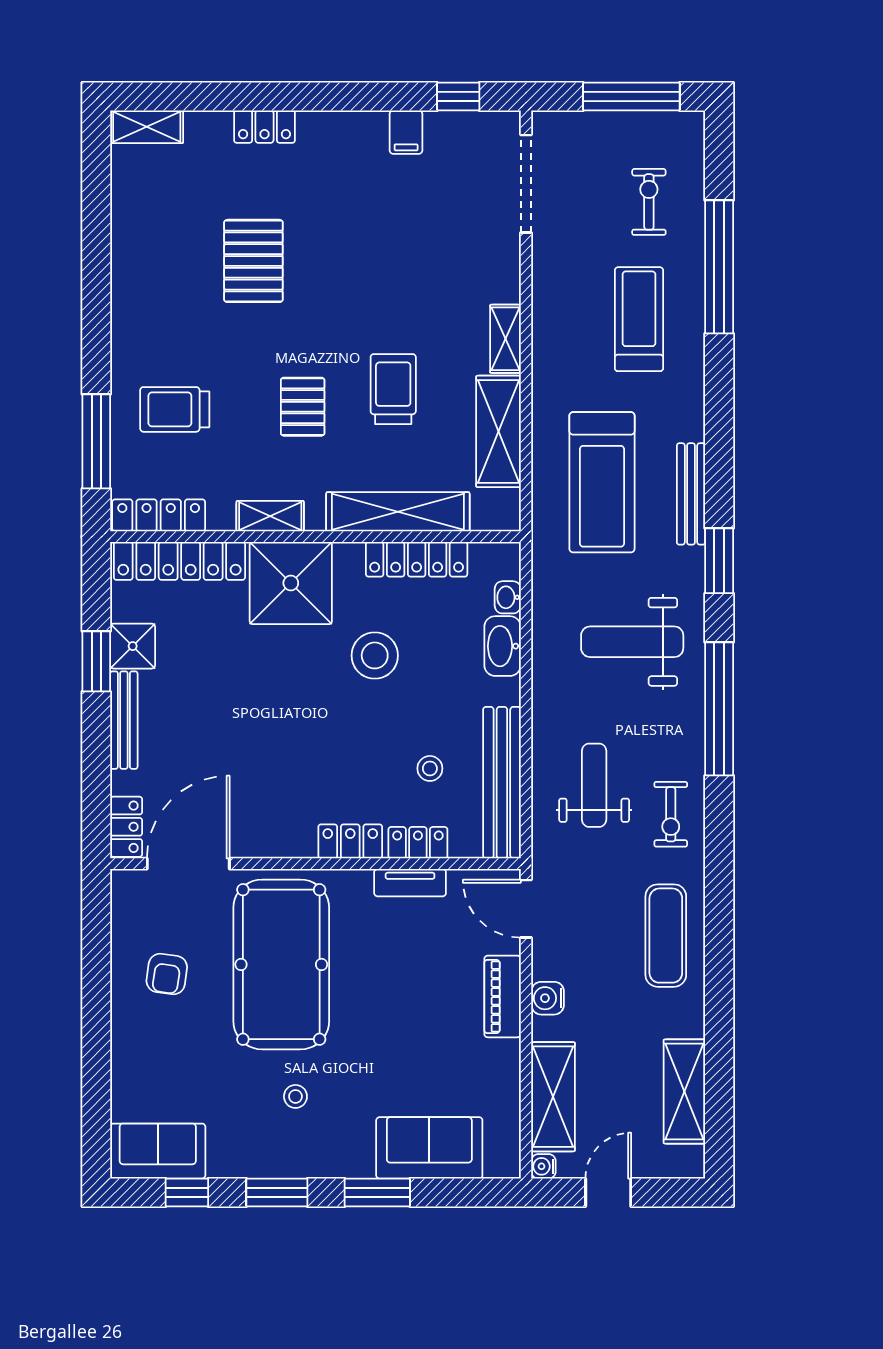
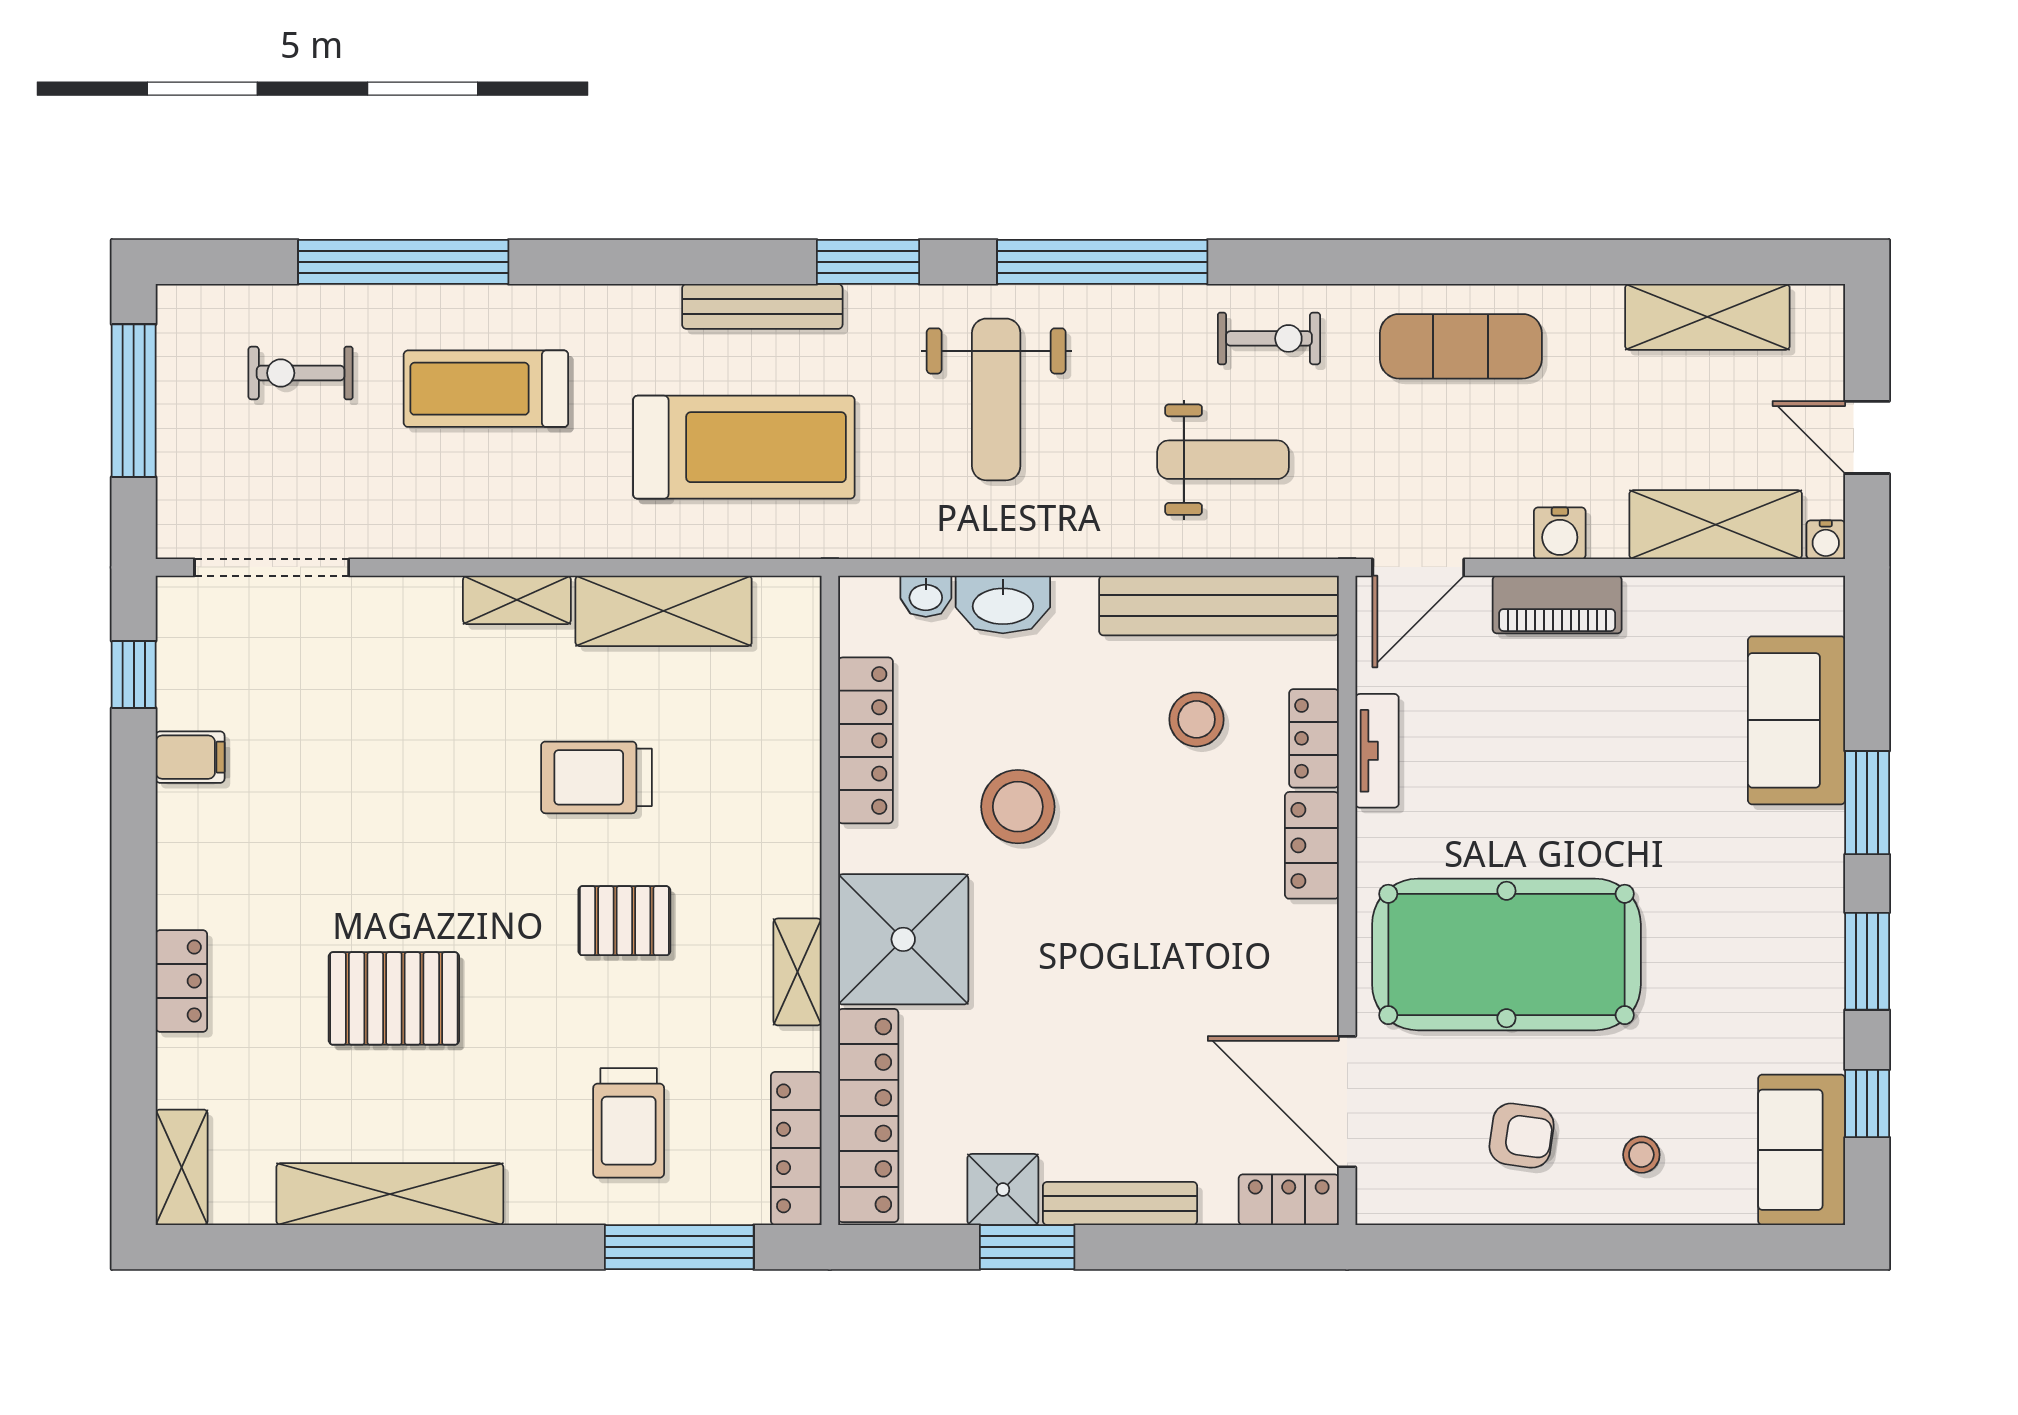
shelving: (398, 512) -> (390, 1194), moved, turned 90
stool: (430, 768) -> (1196, 719), width x1.37, depth x1.37
weight bench: (594, 785) -> (1223, 460), turned 180
stool: (295, 1096) -> (1641, 1155), moved

